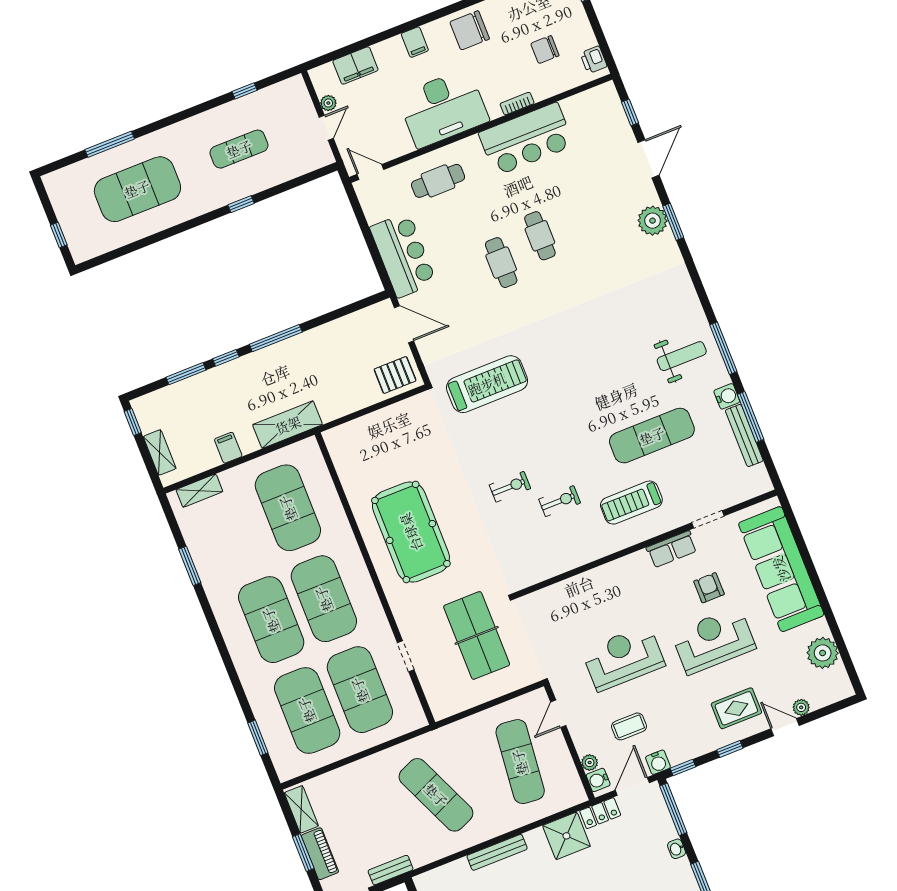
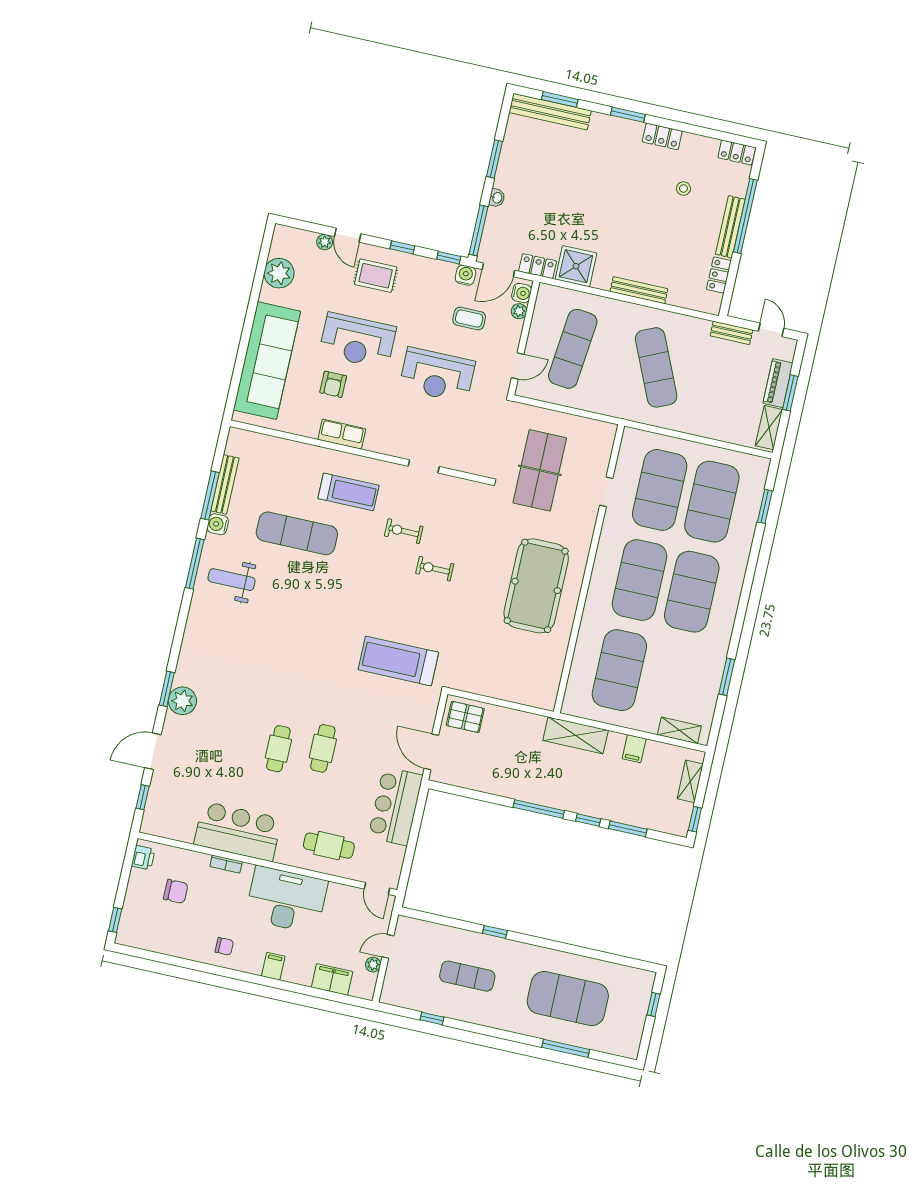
chair: (470, 30) -> (224, 946), width x0.54, depth x0.54
doorway: (708, 519) -> (424, 466), moved

